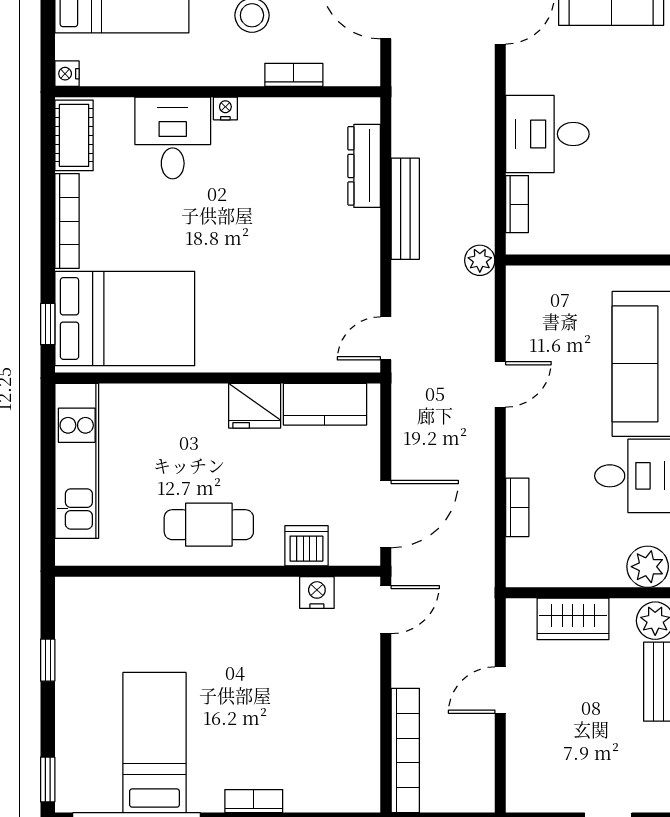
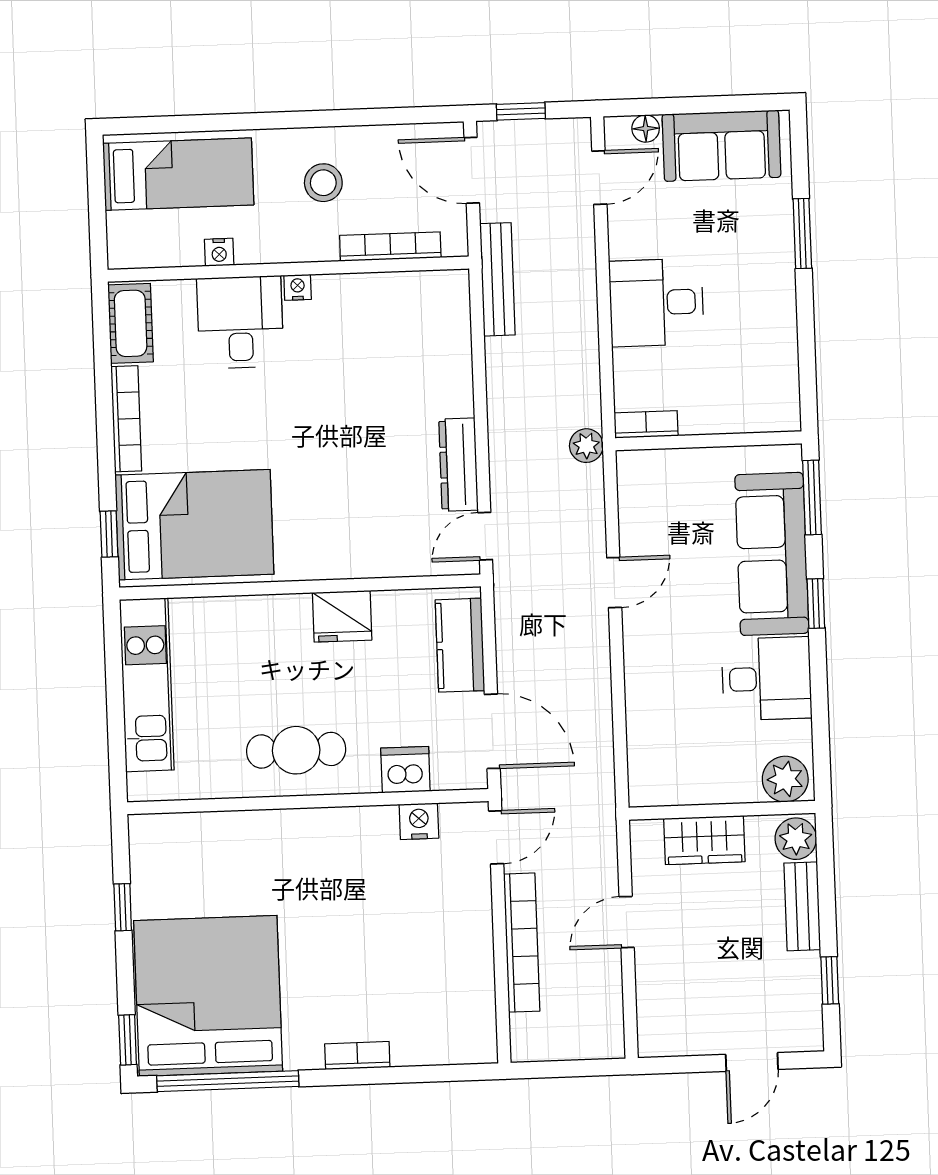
nightstand: (67, 74) -> (219, 252), moved, turned -90
bookcase: (294, 75) -> (390, 247), width x1.56
dresser: (364, 166) -> (458, 465), moved
bookcase: (517, 204) -> (646, 424), moved, turned -90
bench: (405, 209) -> (497, 279), moved
kitchen counter: (325, 404) -> (460, 645), moved, turned 90
bookcase: (517, 507) -> (638, 718), removed
door: (386, 514) -> (492, 731), hinge flipped
bed: (155, 743) -> (208, 996), width x2.04
bookcase: (405, 751) -> (522, 943), moved

